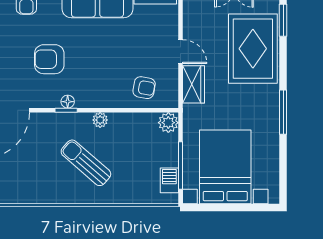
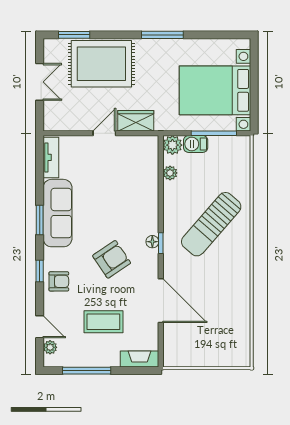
armchair: (49, 59) -> (112, 259), turned -124
armchair: (144, 88) -> (139, 168), removed
plant: (100, 120) -> (170, 173), moved
sun lounger: (86, 163) -> (211, 224), width x1.36, depth x1.34
barbecue: (169, 180) -> (196, 144), moved

